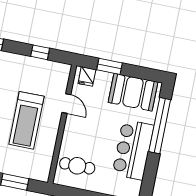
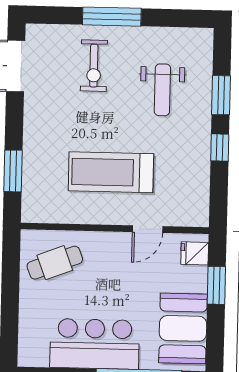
window: (40, 52) -> (220, 147), moved
cafe table: (77, 166) -> (55, 263), turned 69

